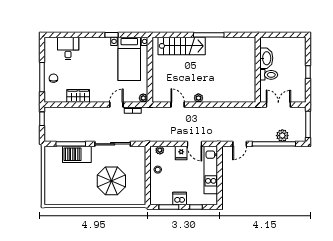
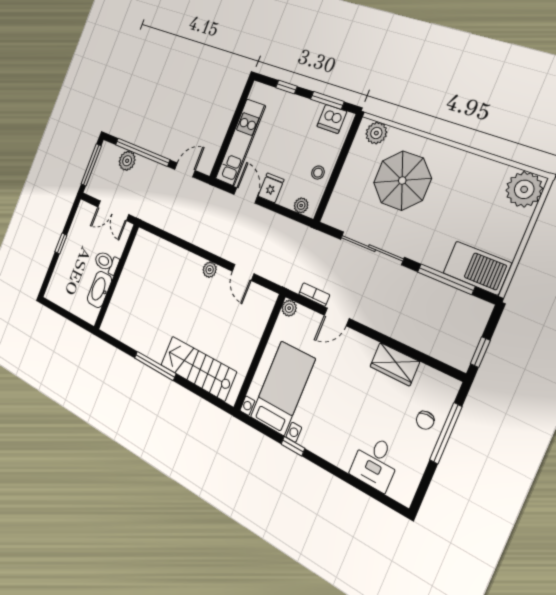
barbecue: (77, 154) -> (477, 268), moved
plant: (53, 196) -> (524, 189), added
plant: (135, 199) -> (376, 133), added
dishwasher: (180, 199) -> (332, 119), moved

